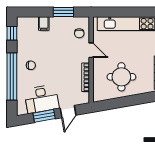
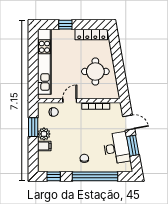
plant: (56, 23) -> (44, 134), added

